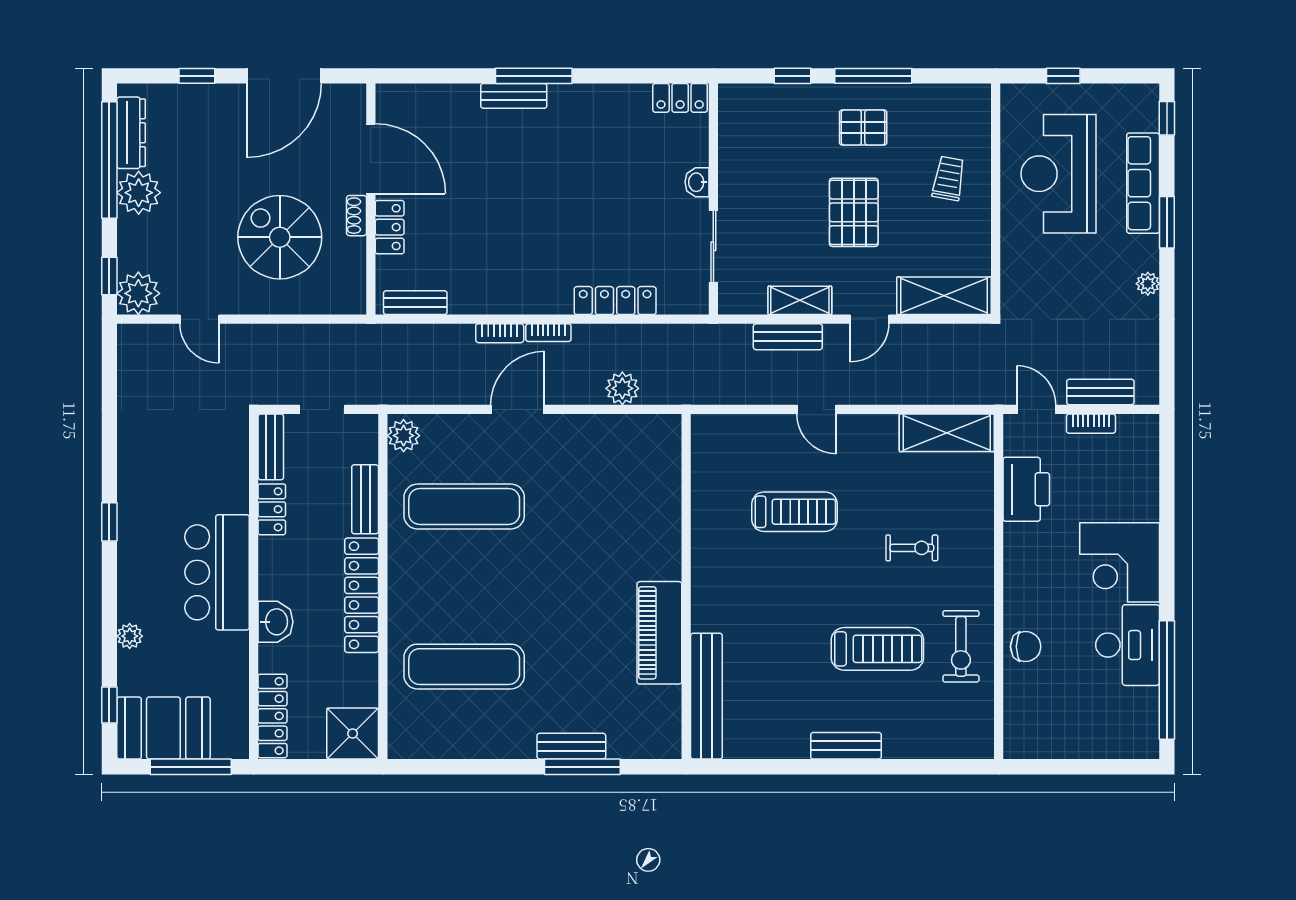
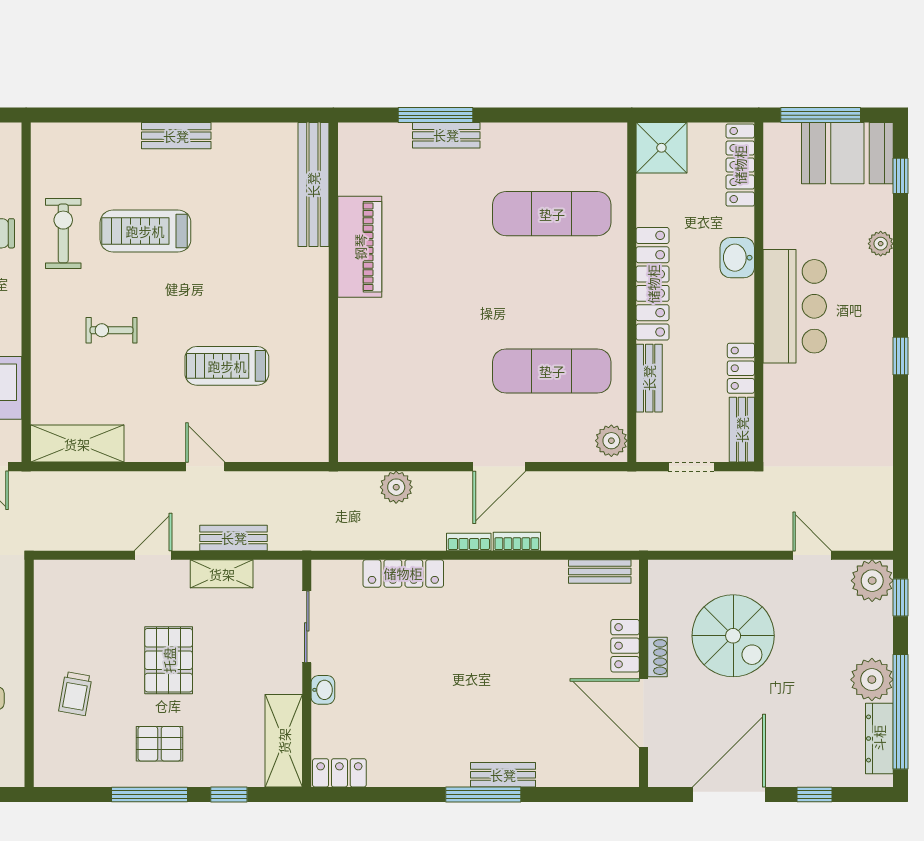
shelving: (944, 296) -> (284, 741), moved, turned 90

